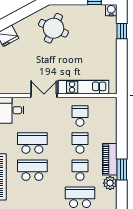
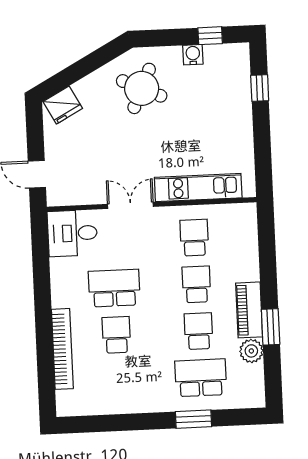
water cooler: (111, 10) -> (193, 55), moved
school desk: (32, 170) -> (116, 335), width x0.54

